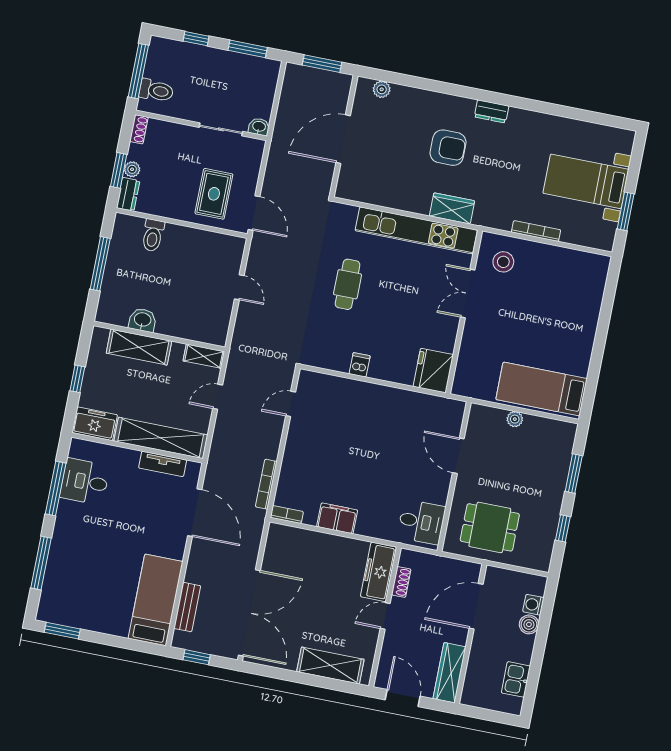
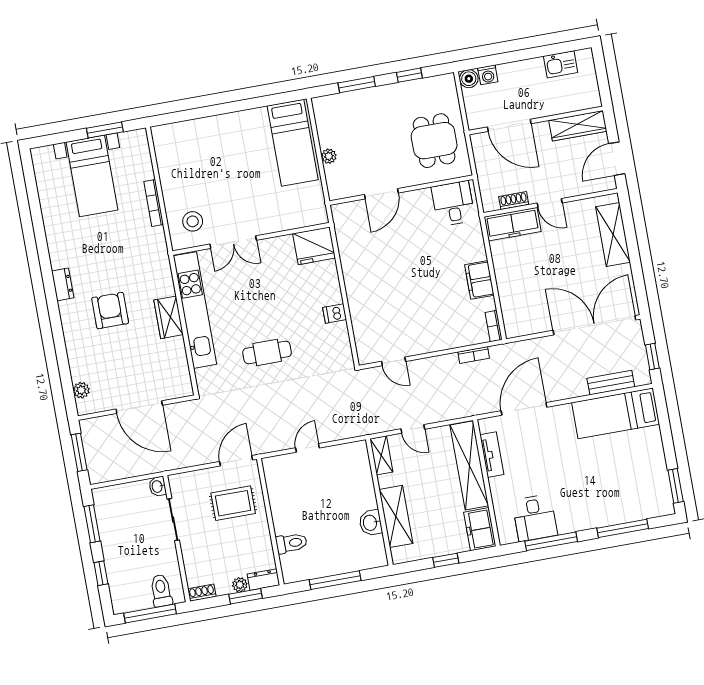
wardrobe: (452, 208) -> (169, 317), moved
bookcase: (266, 484) -> (474, 355), width x0.64
boiler: (529, 624) -> (469, 79), moved

